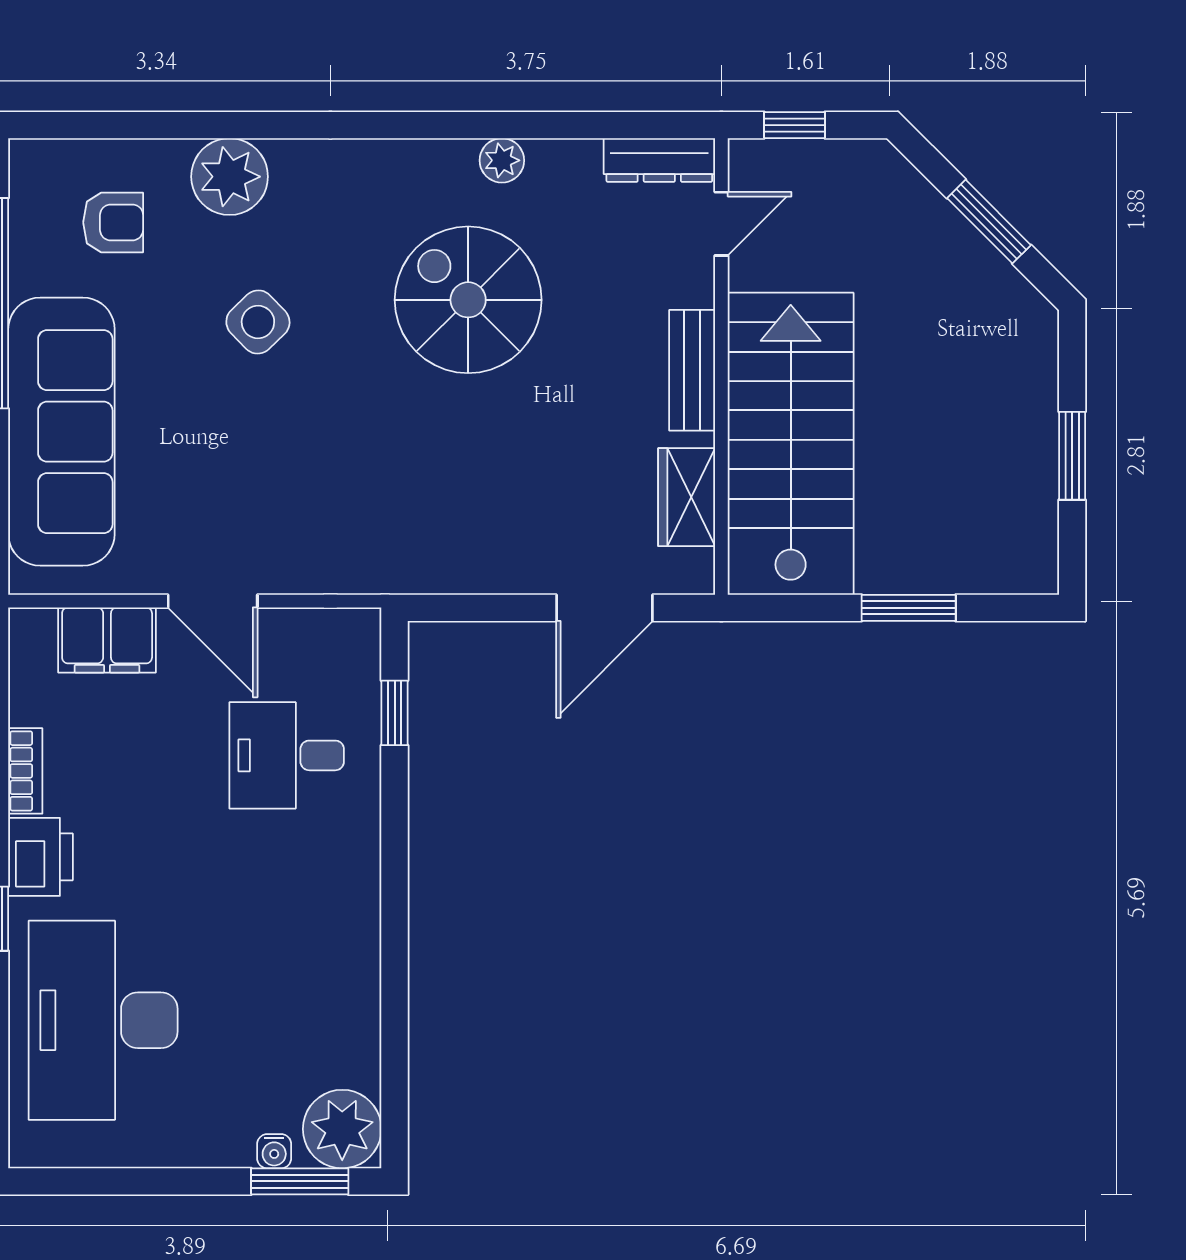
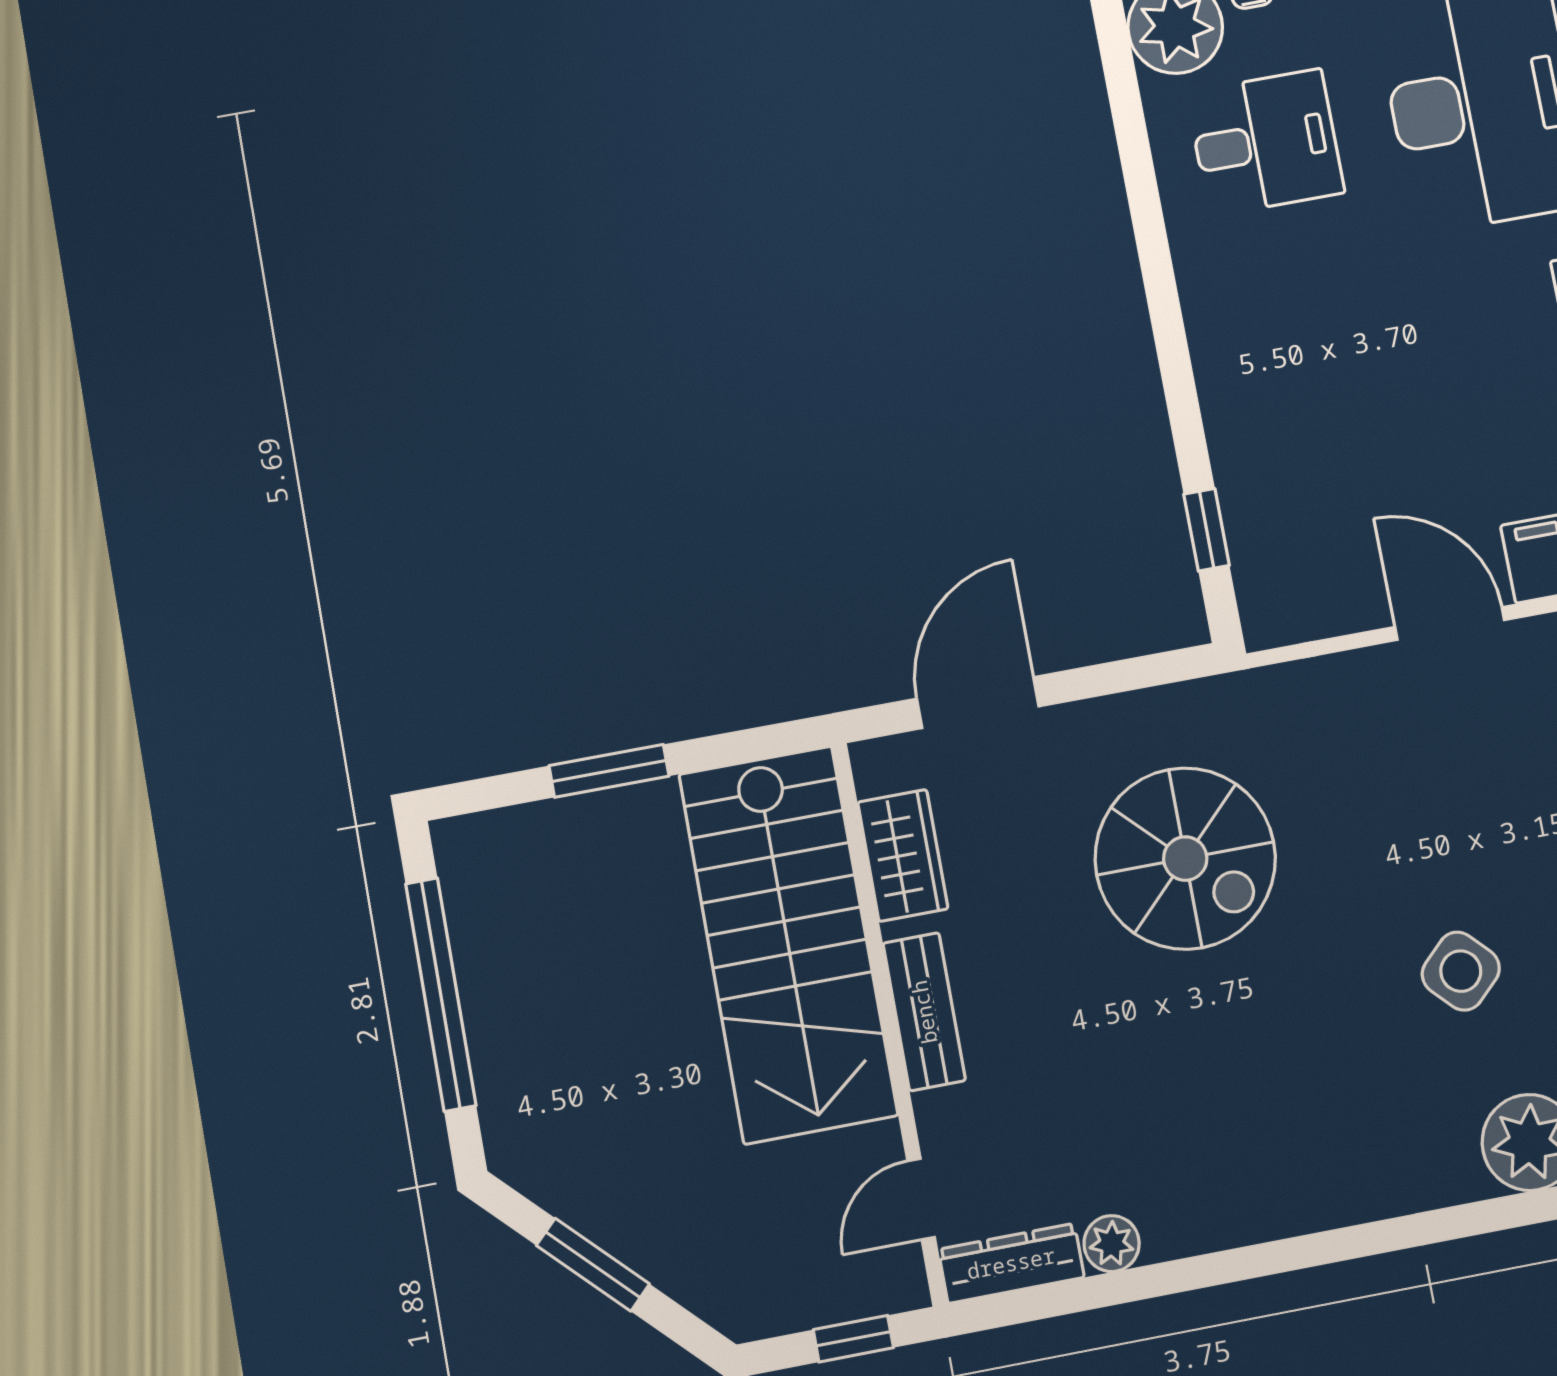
plant: (502, 160) -> (1112, 1244), moved
spiral stairs: (468, 300) -> (1185, 859), moved
window: (1072, 456) -> (441, 994), width x2.11
desk: (287, 755) -> (1265, 142), moved

